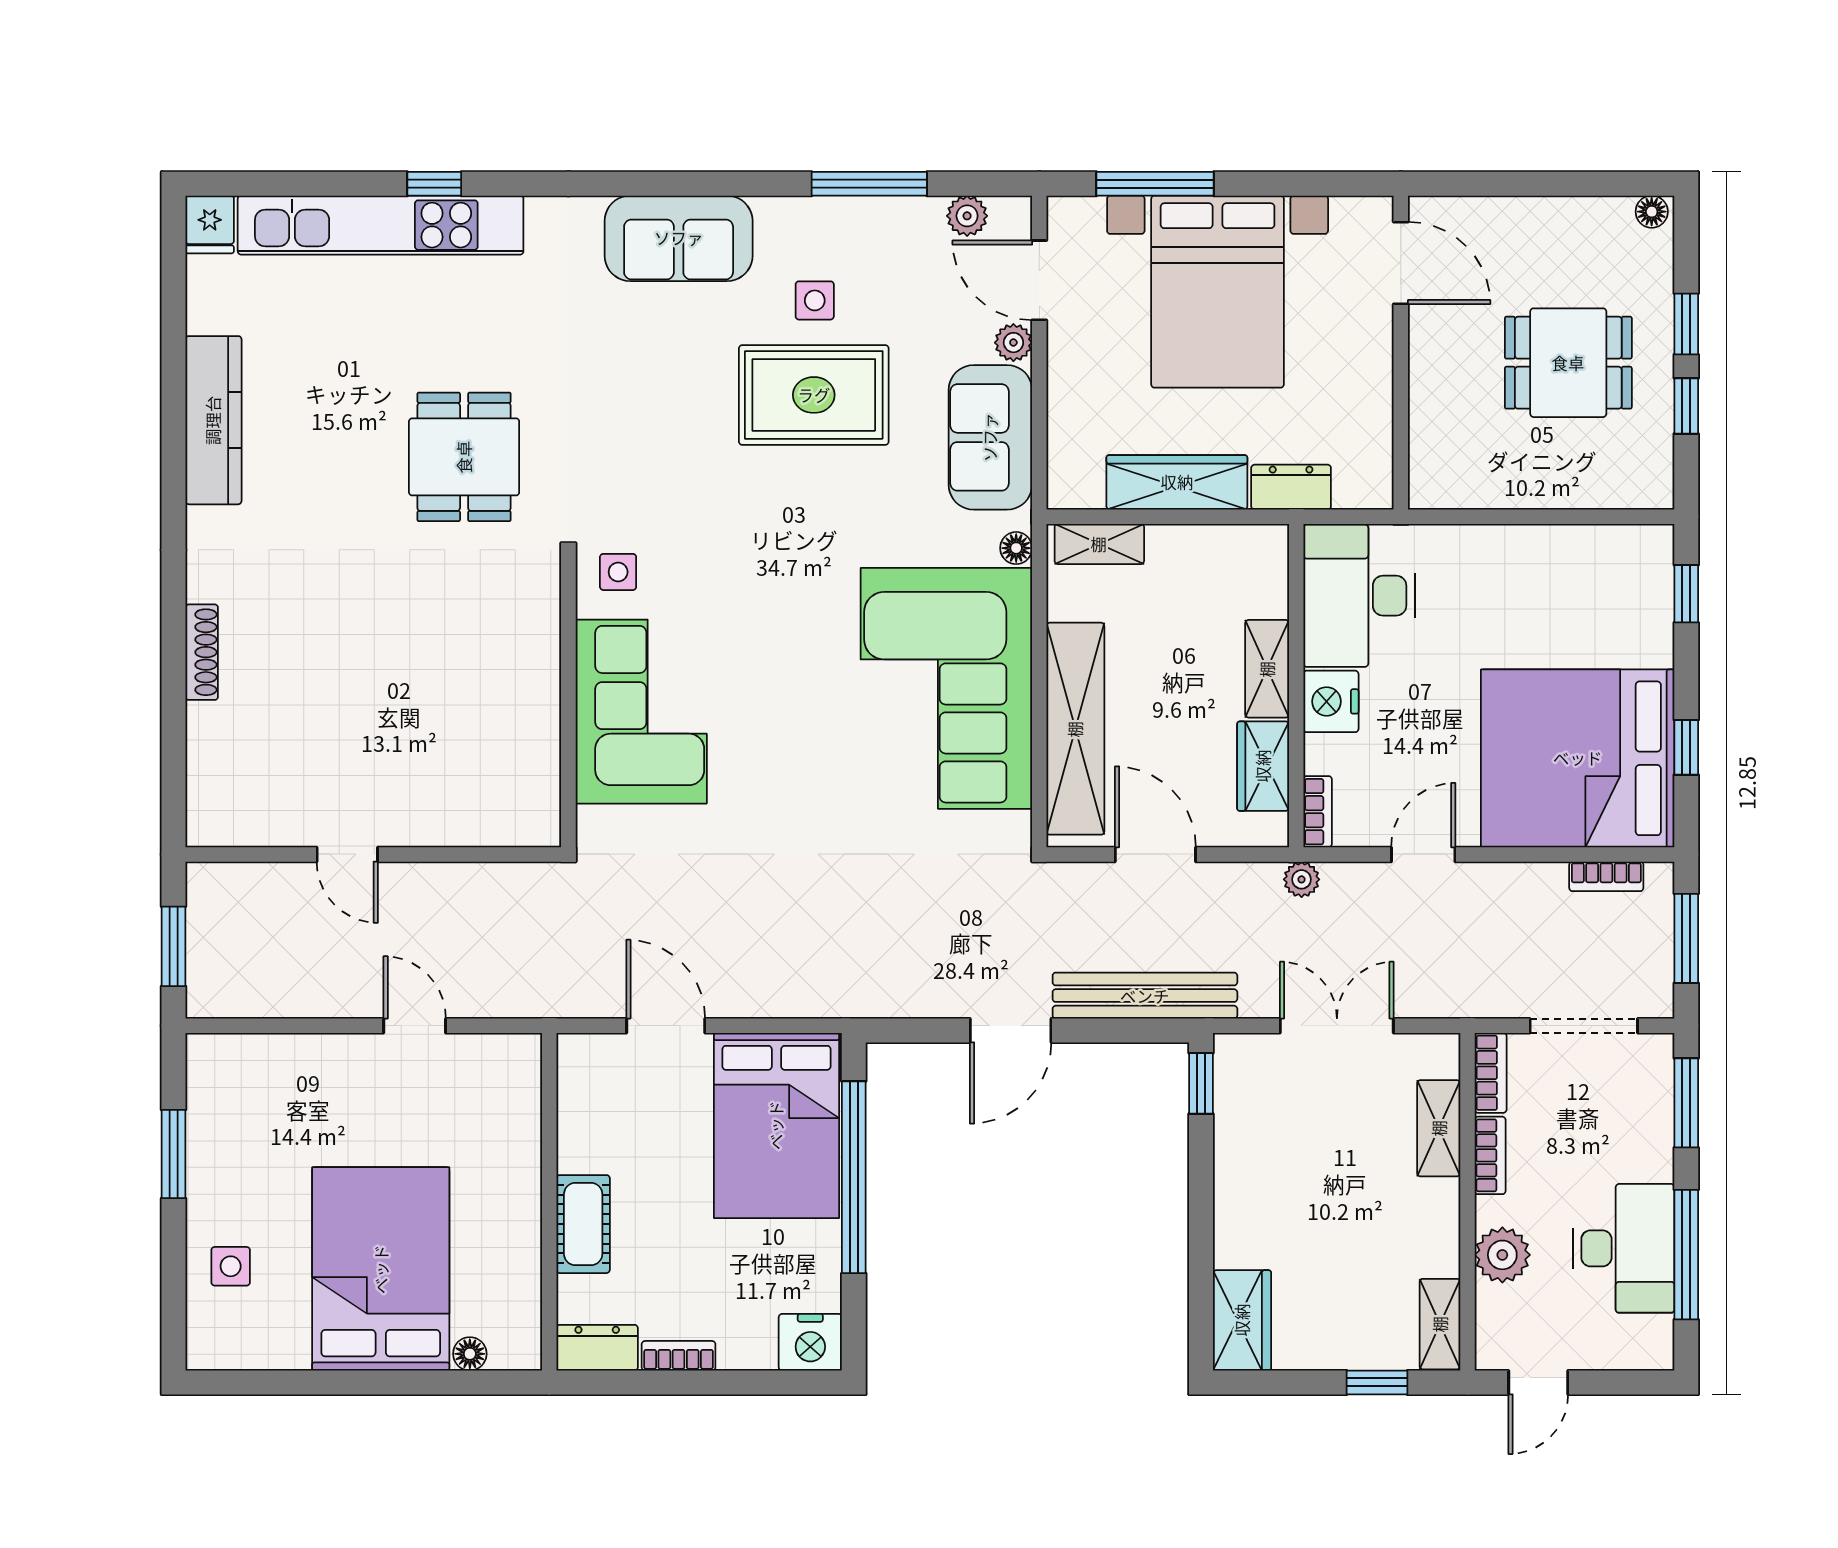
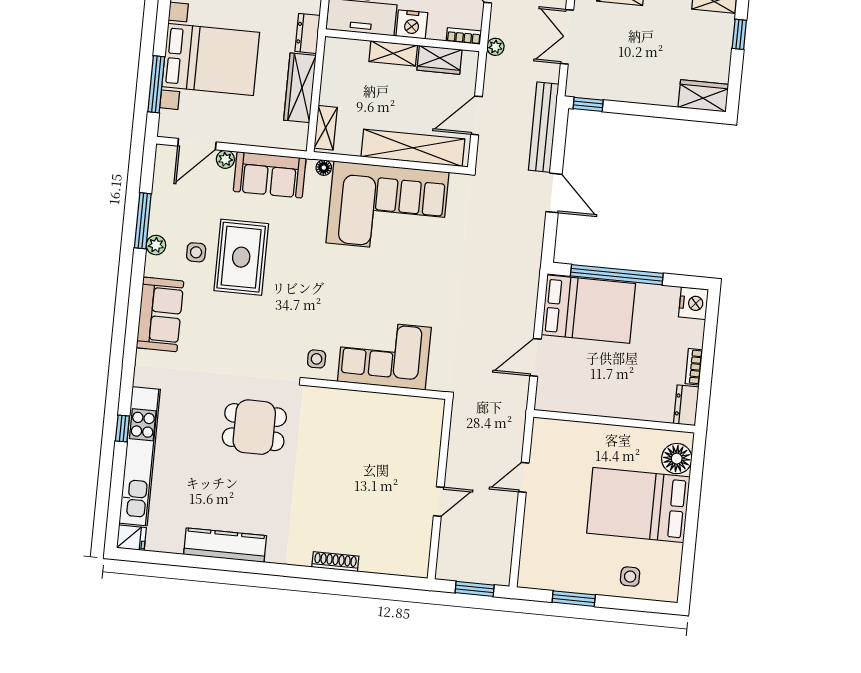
plant: (967, 216) -> (156, 245), moved
cot: (583, 1224) -> (626, 406), removed
floor lamp: (470, 1354) -> (677, 459), width x1.89, depth x1.89

